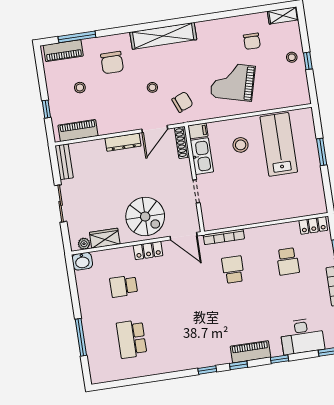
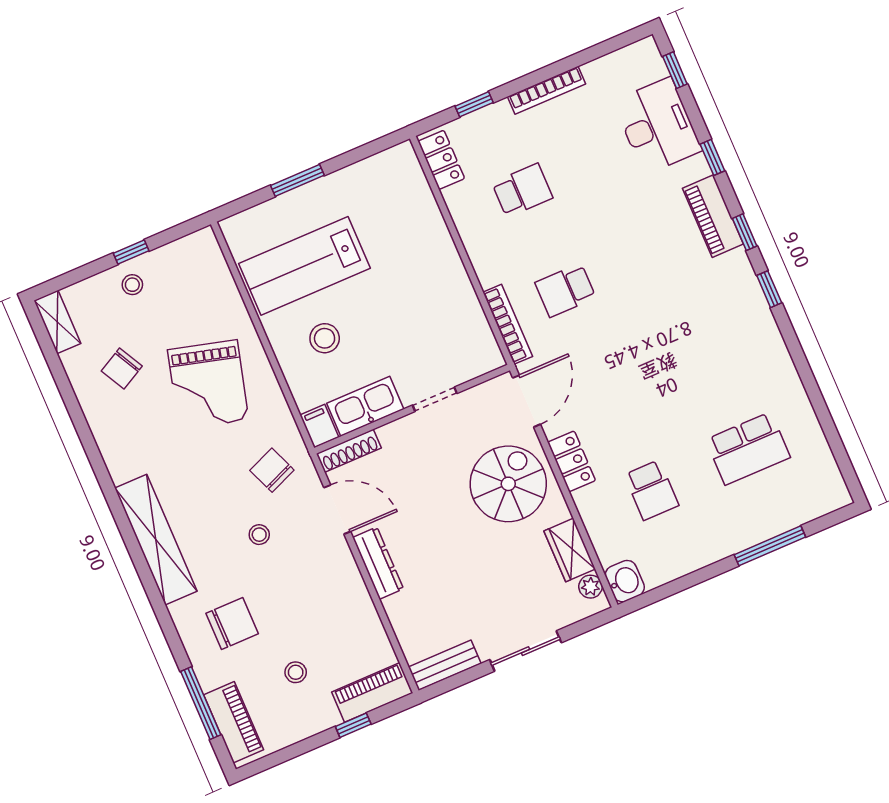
chair: (252, 41) -> (122, 368), turned 152
piano: (78, 131) -> (372, 692), moved, turned 90

